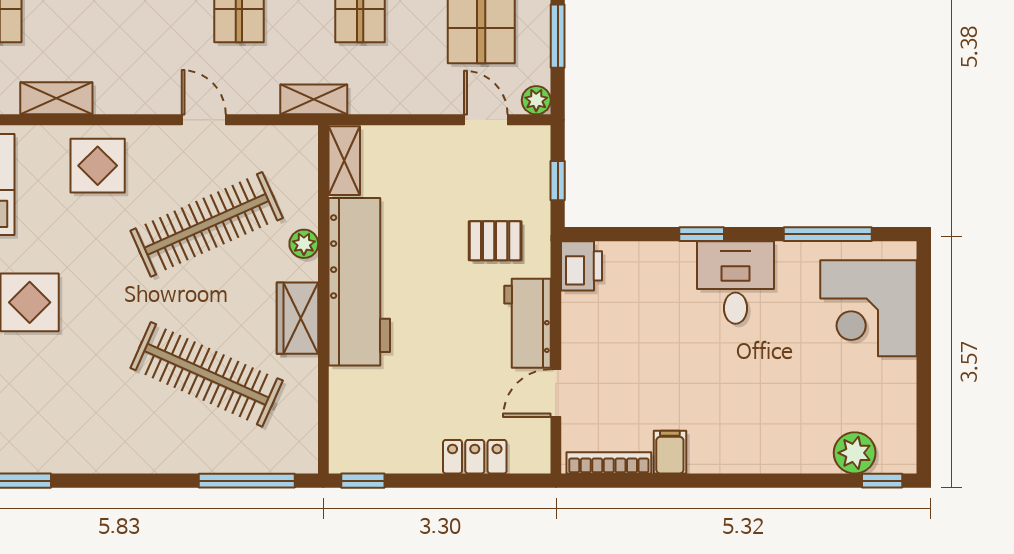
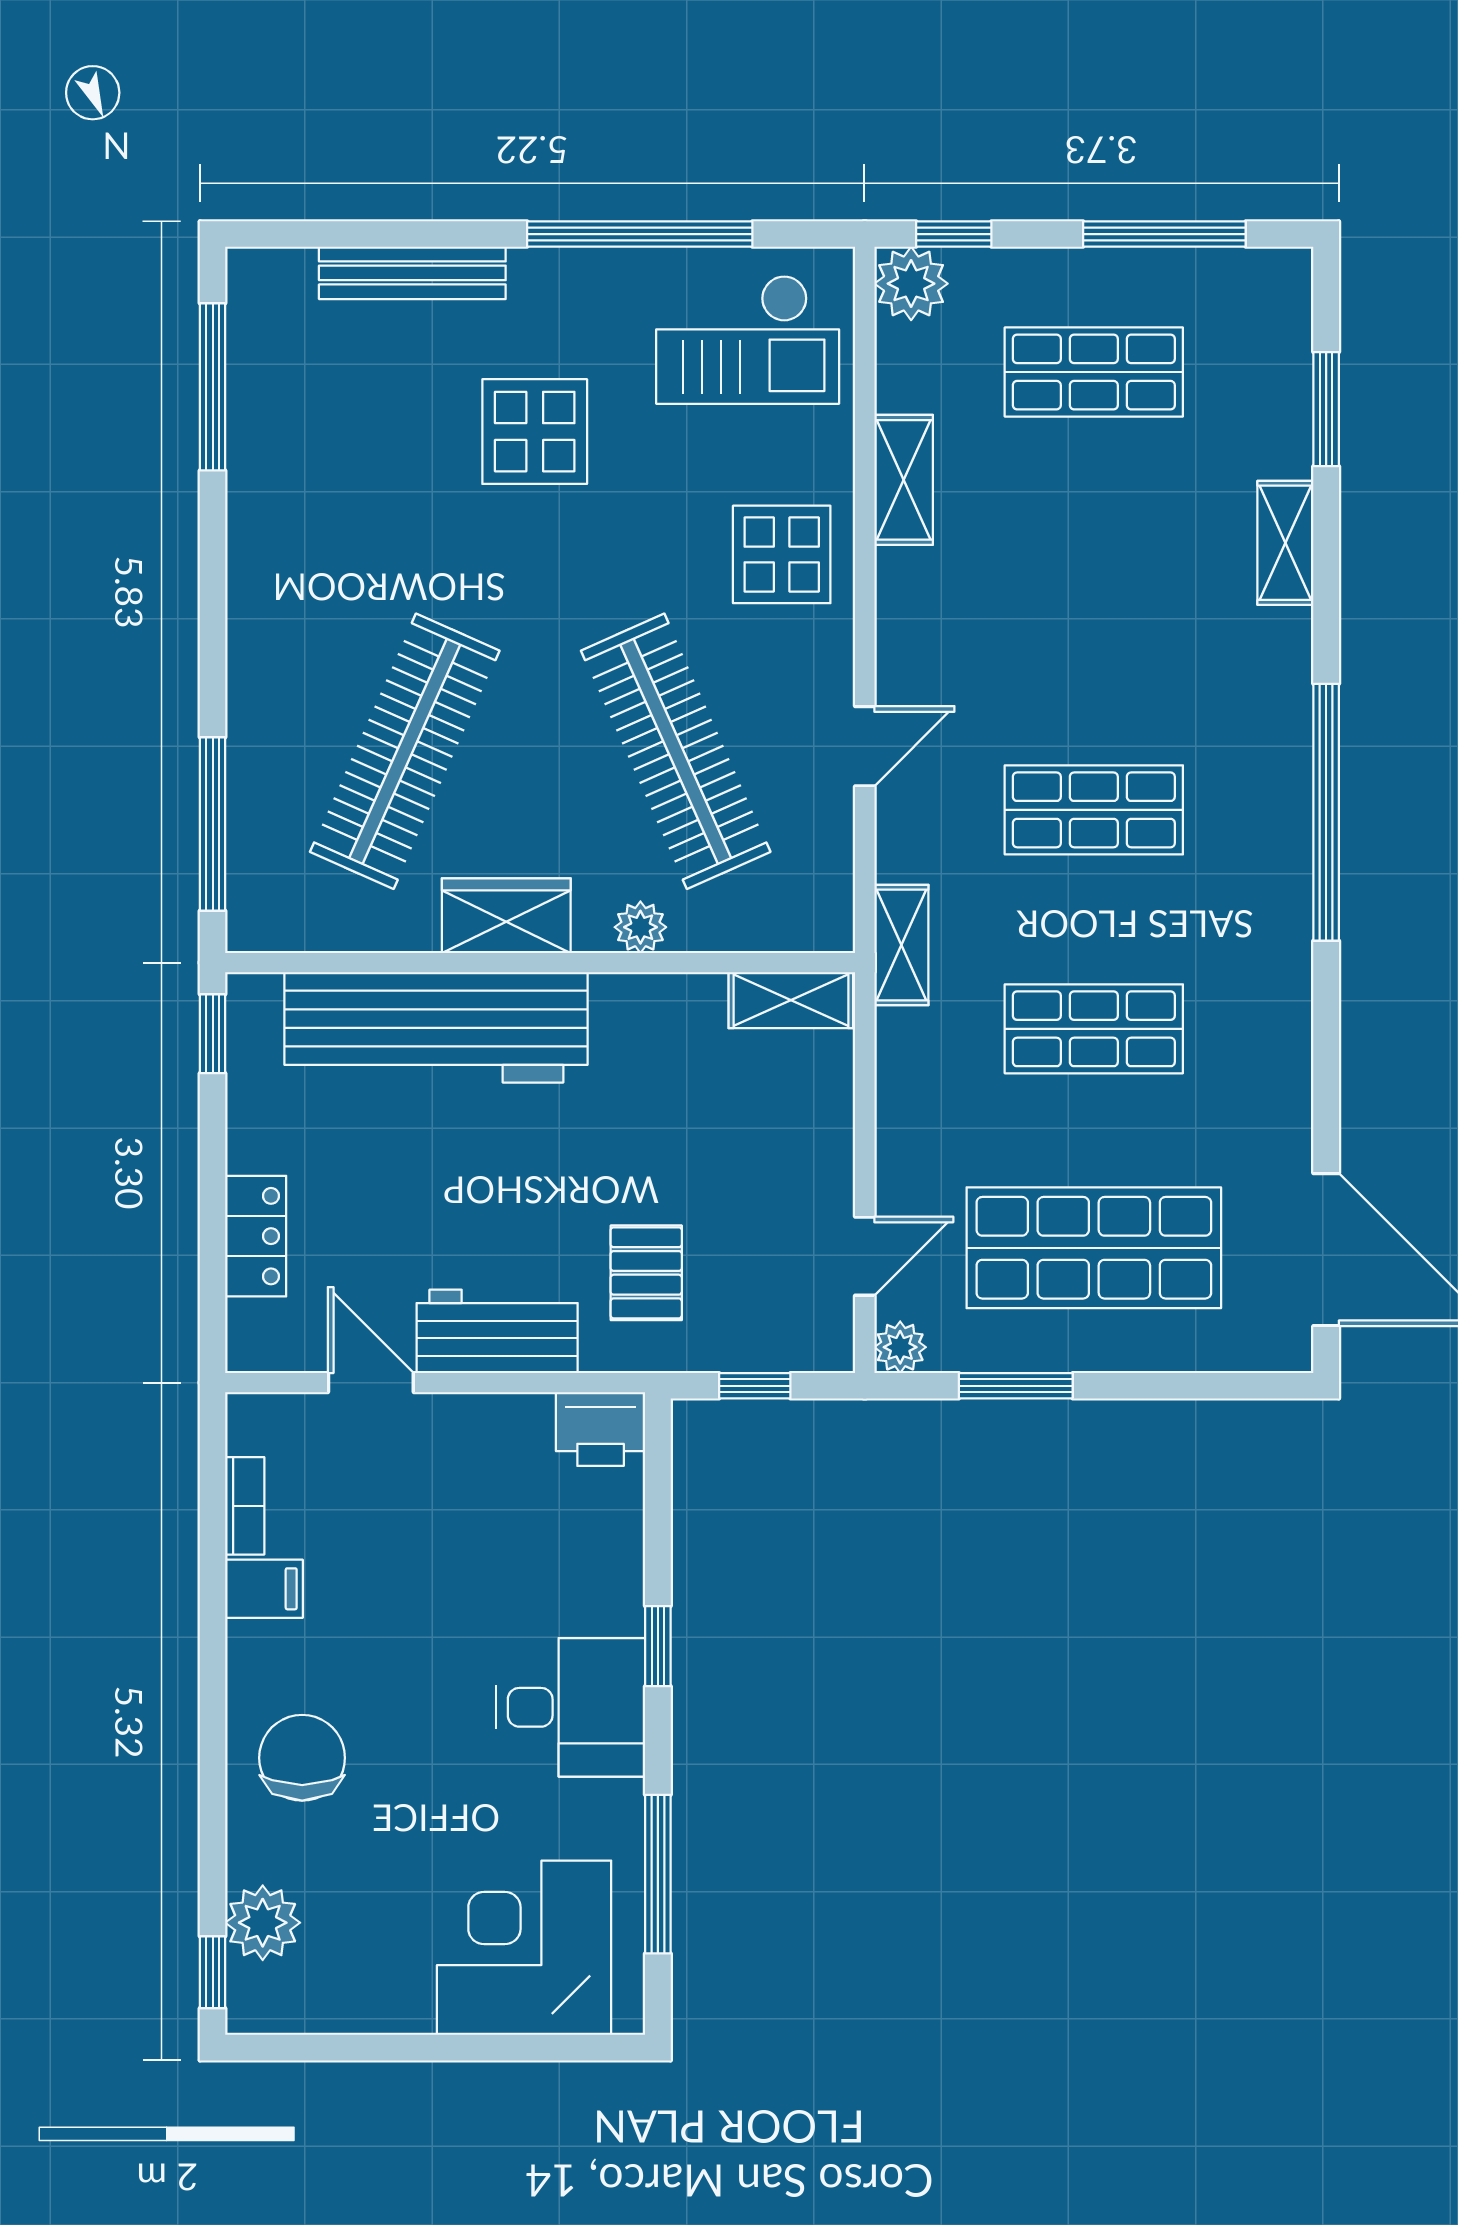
workbench: (359, 282) -> (436, 1027), moved
chair: (763, 431) -> (302, 1758), added
bookcase: (609, 463) -> (245, 1506), width x0.64

